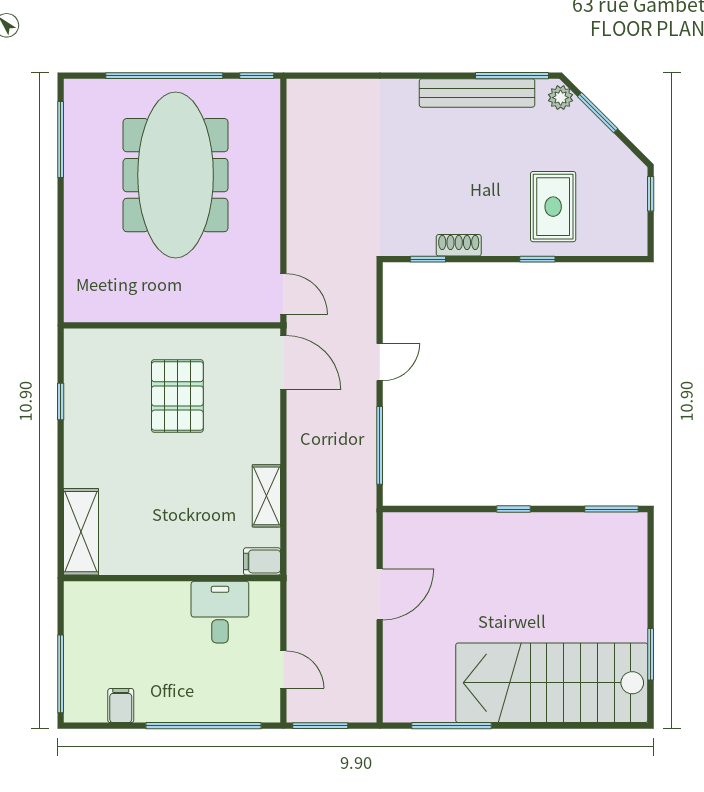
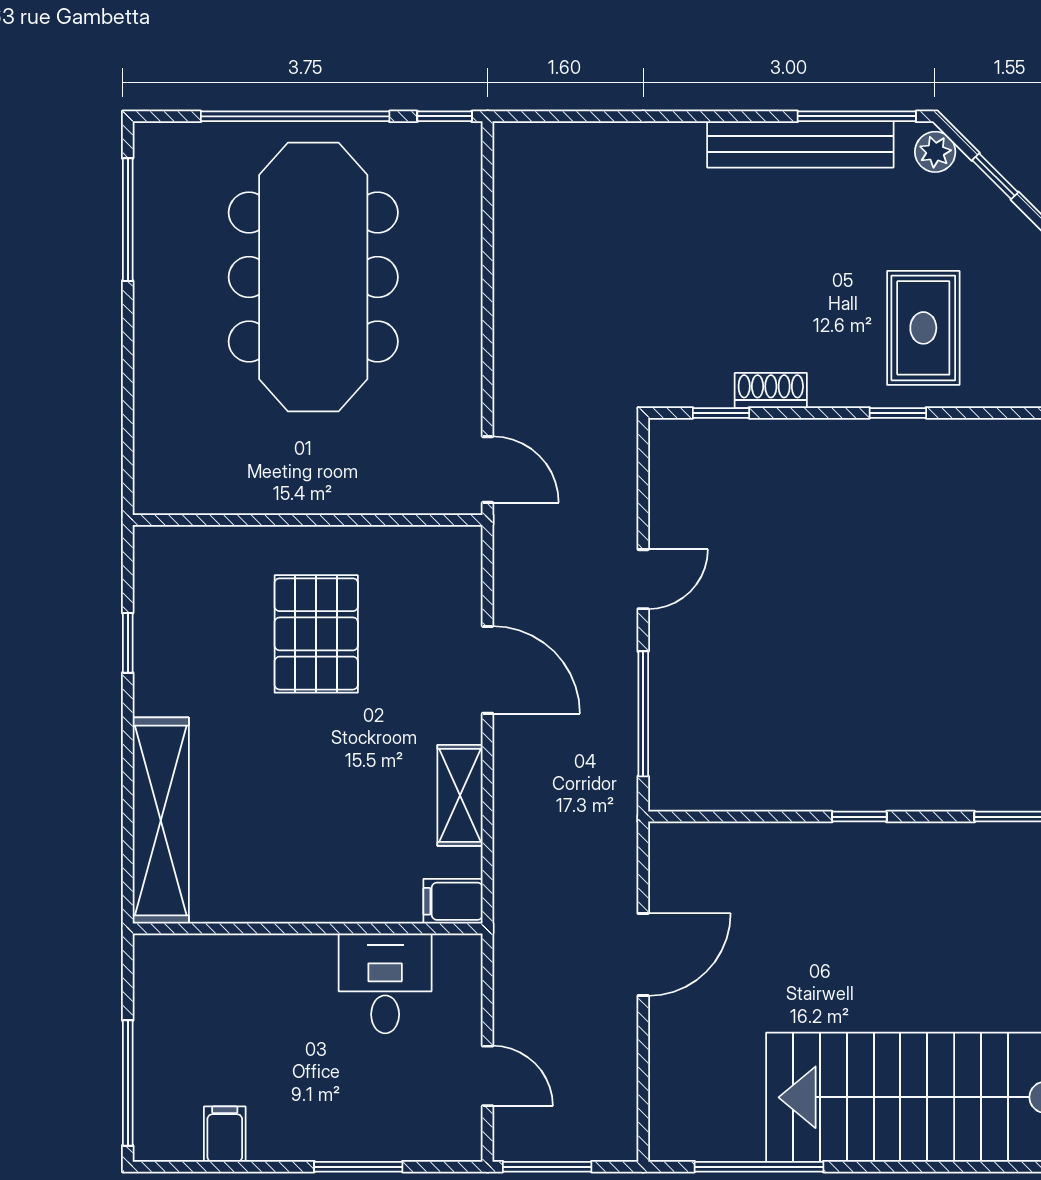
window: (598, 113) -> (995, 176), width x0.67
door: (283, 362) -> (488, 670), moved
shelving: (81, 532) -> (161, 821), width x1.47
window: (203, 726) -> (358, 1167), width x0.47

